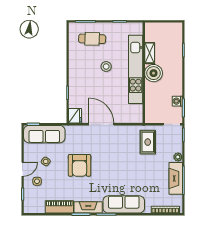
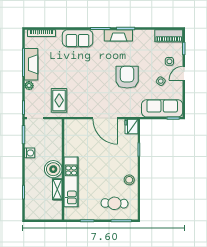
stool: (106, 66) -> (129, 180), moved
kitchen unit: (136, 69) -> (71, 182), width x0.73
washing machine: (177, 101) -> (30, 153), moved
sofa: (124, 204) -> (78, 38), width x0.73
piano: (59, 207) -> (169, 36), moved

